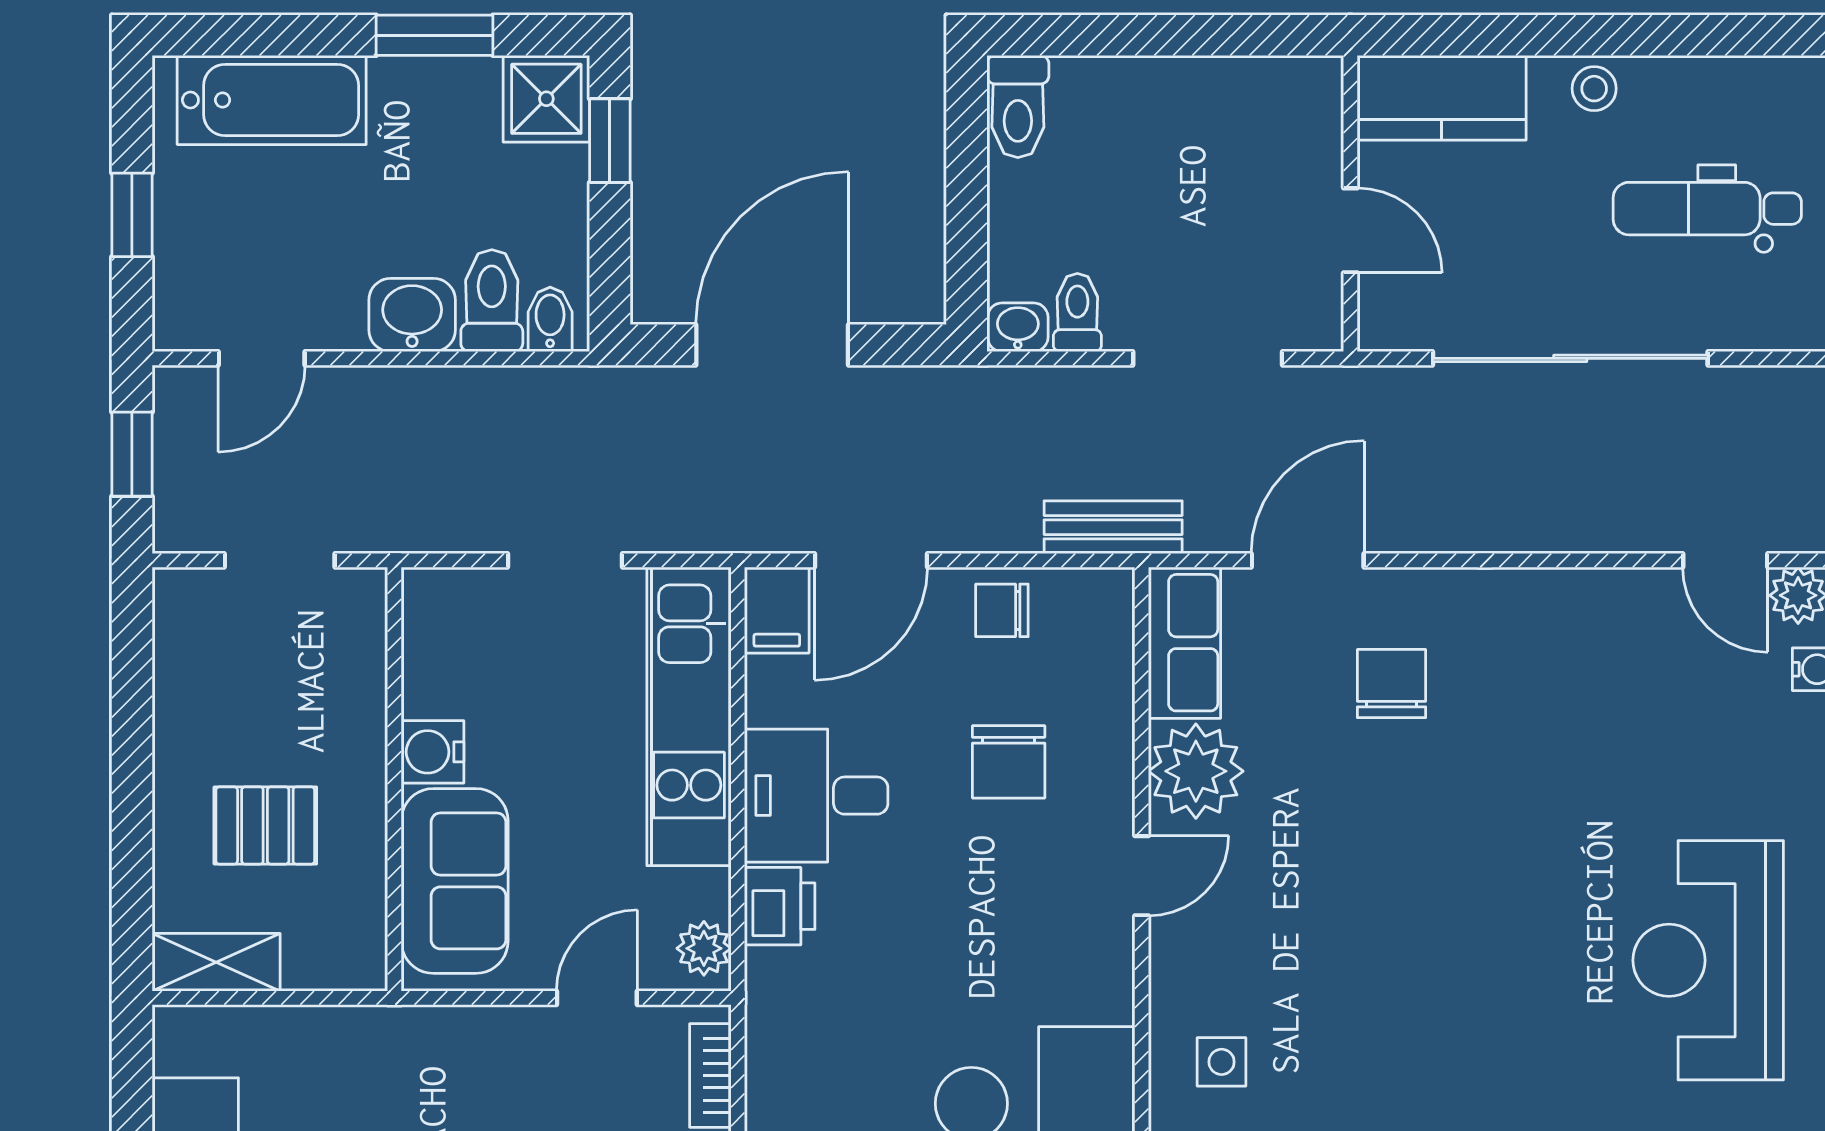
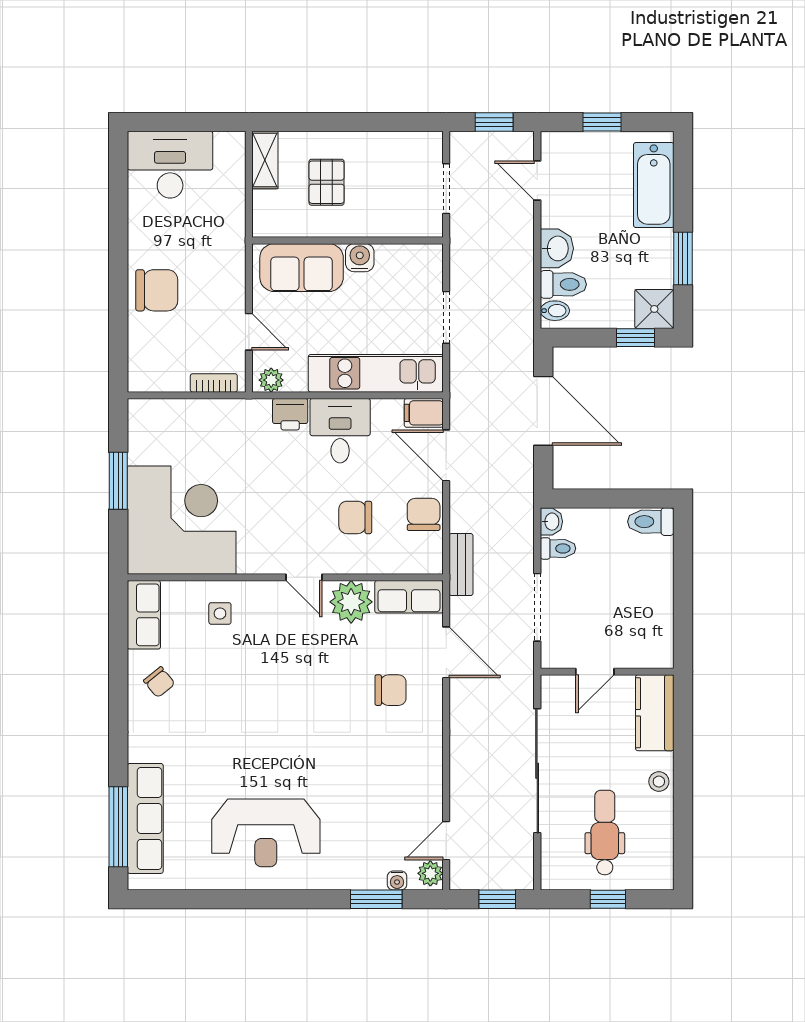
chair: (1002, 610) -> (424, 514), width x1.37, depth x1.37
reception desk: (1708, 960) -> (266, 833), turned 180

